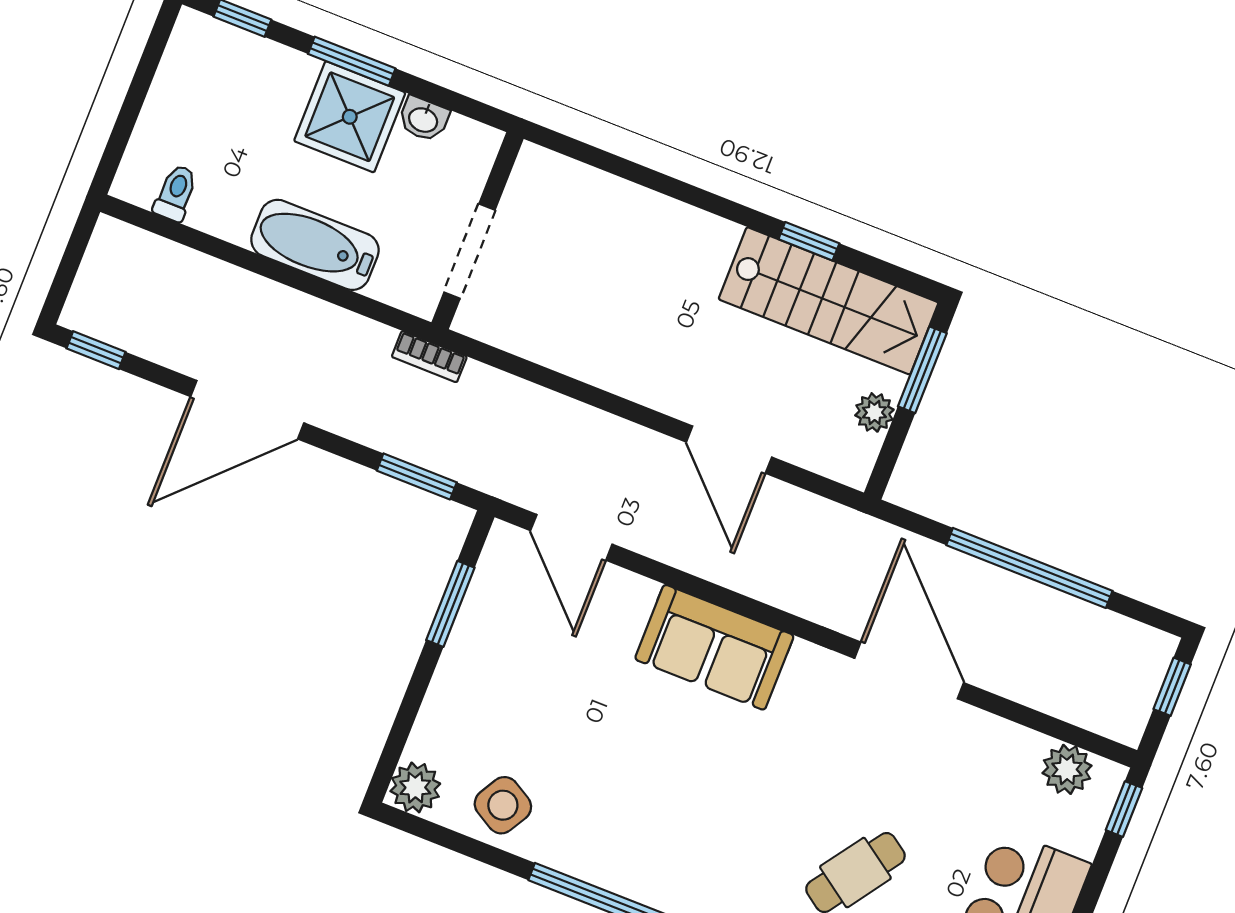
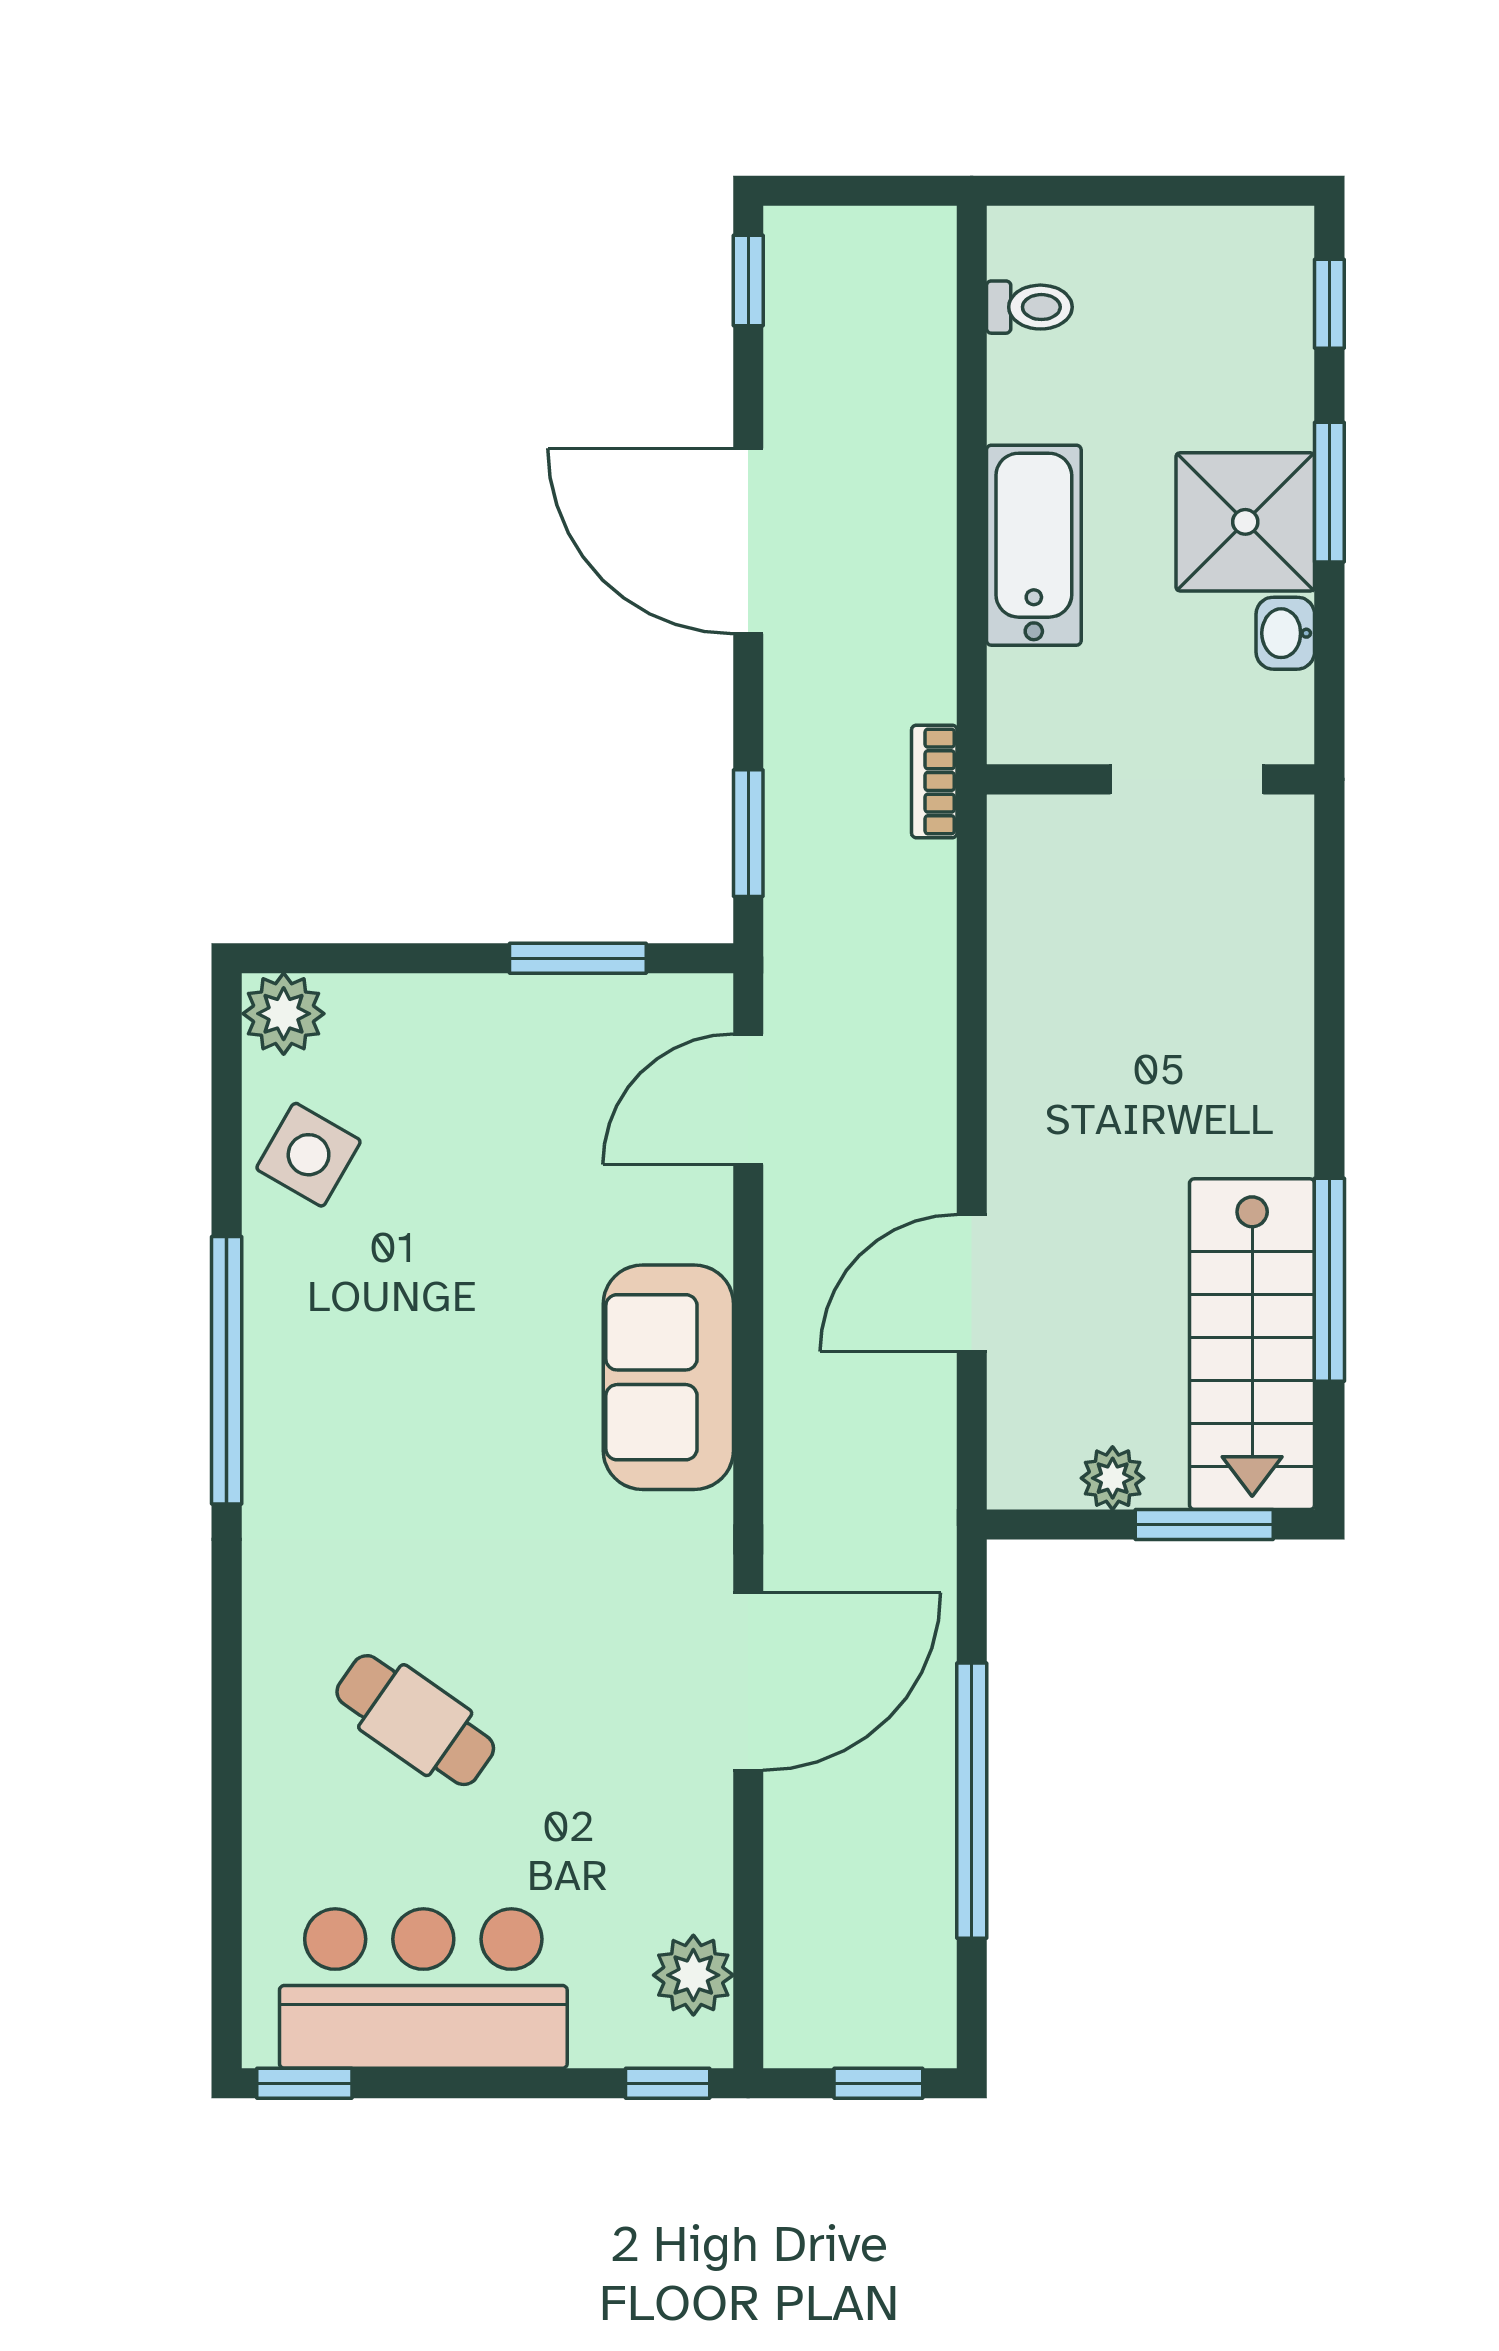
window: (809, 241) -> (1329, 1280), width x2.17
doorway: (469, 251) -> (1187, 779), moved

